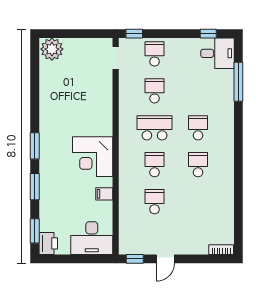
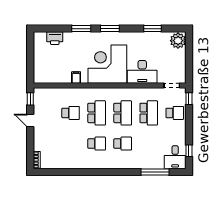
school desk: (155, 91) -> (149, 113), width x1.85
corner desk: (93, 157) -> (107, 64), width x1.36, depth x1.36
school desk: (155, 165) -> (97, 113), width x1.85
window: (35, 231) -> (152, 29), moved
desk: (92, 238) -> (142, 72), moved, turned -90
printer: (48, 243) -> (55, 38), moved

